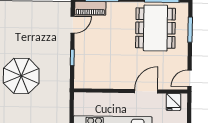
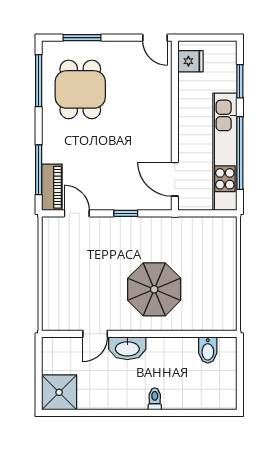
dining table: (155, 28) -> (80, 89), width x0.73
door: (146, 91) -> (175, 179), moved

